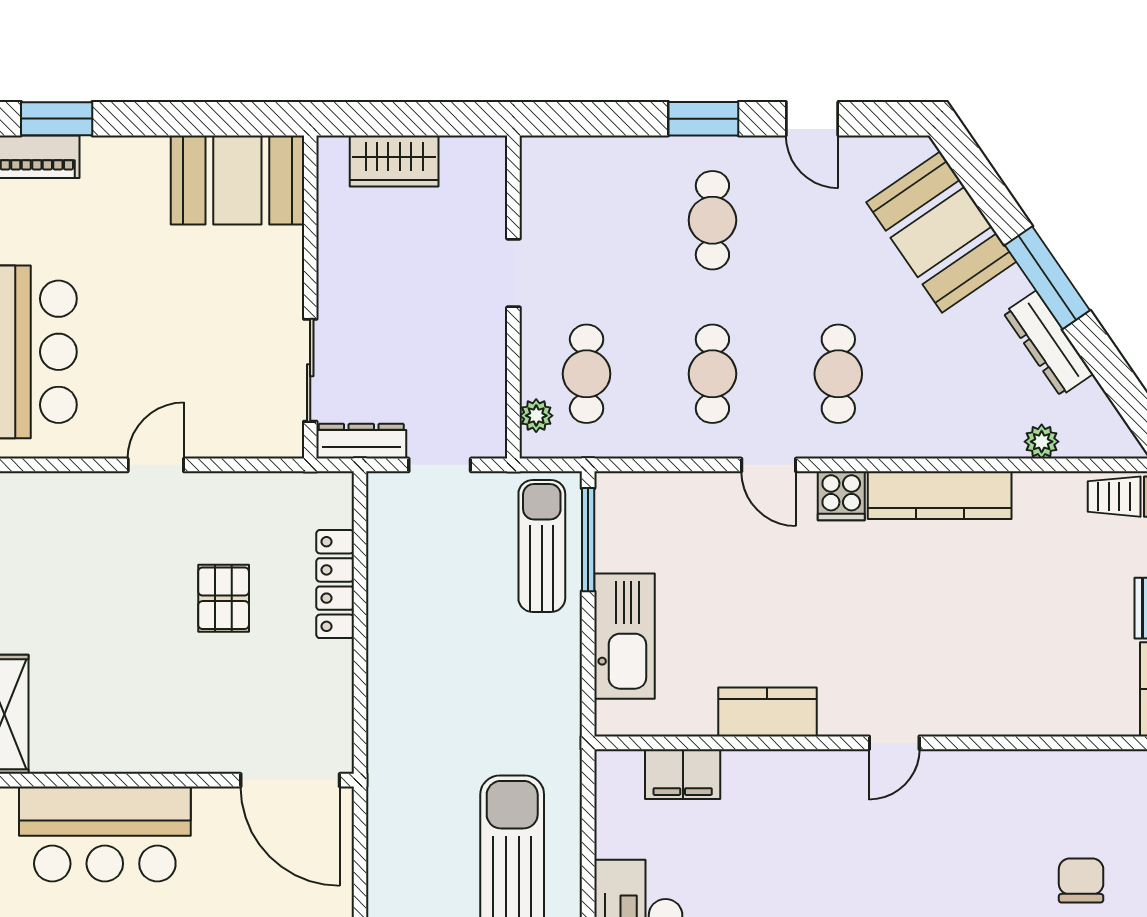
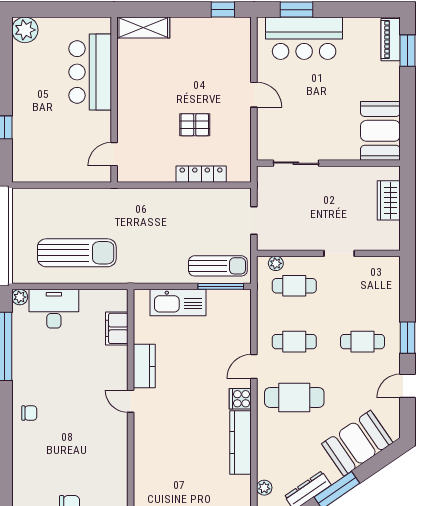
cafe table: (838, 374) -> (294, 397), width x1.37, depth x1.35
dresser: (361, 441) -> (264, 186), removed
door: (894, 743) -> (131, 401), moved
door: (290, 780) -> (114, 154), width x0.53

